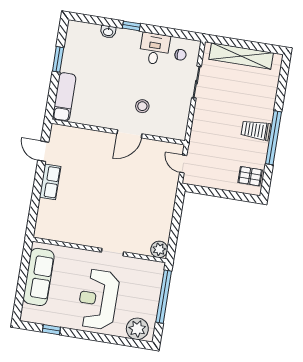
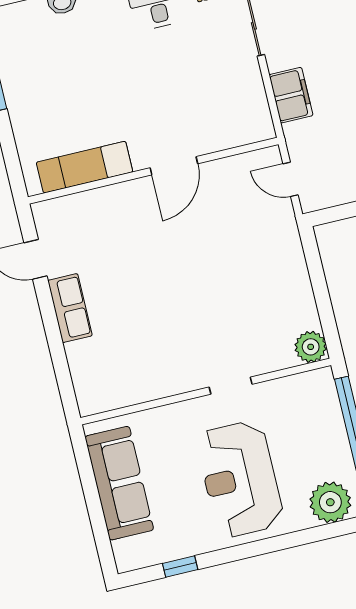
exam couch: (64, 97) -> (85, 167), moved, turned -90
stool: (142, 106) -> (176, 108), removed
filing cabinet: (201, 123) -> (291, 95), added

